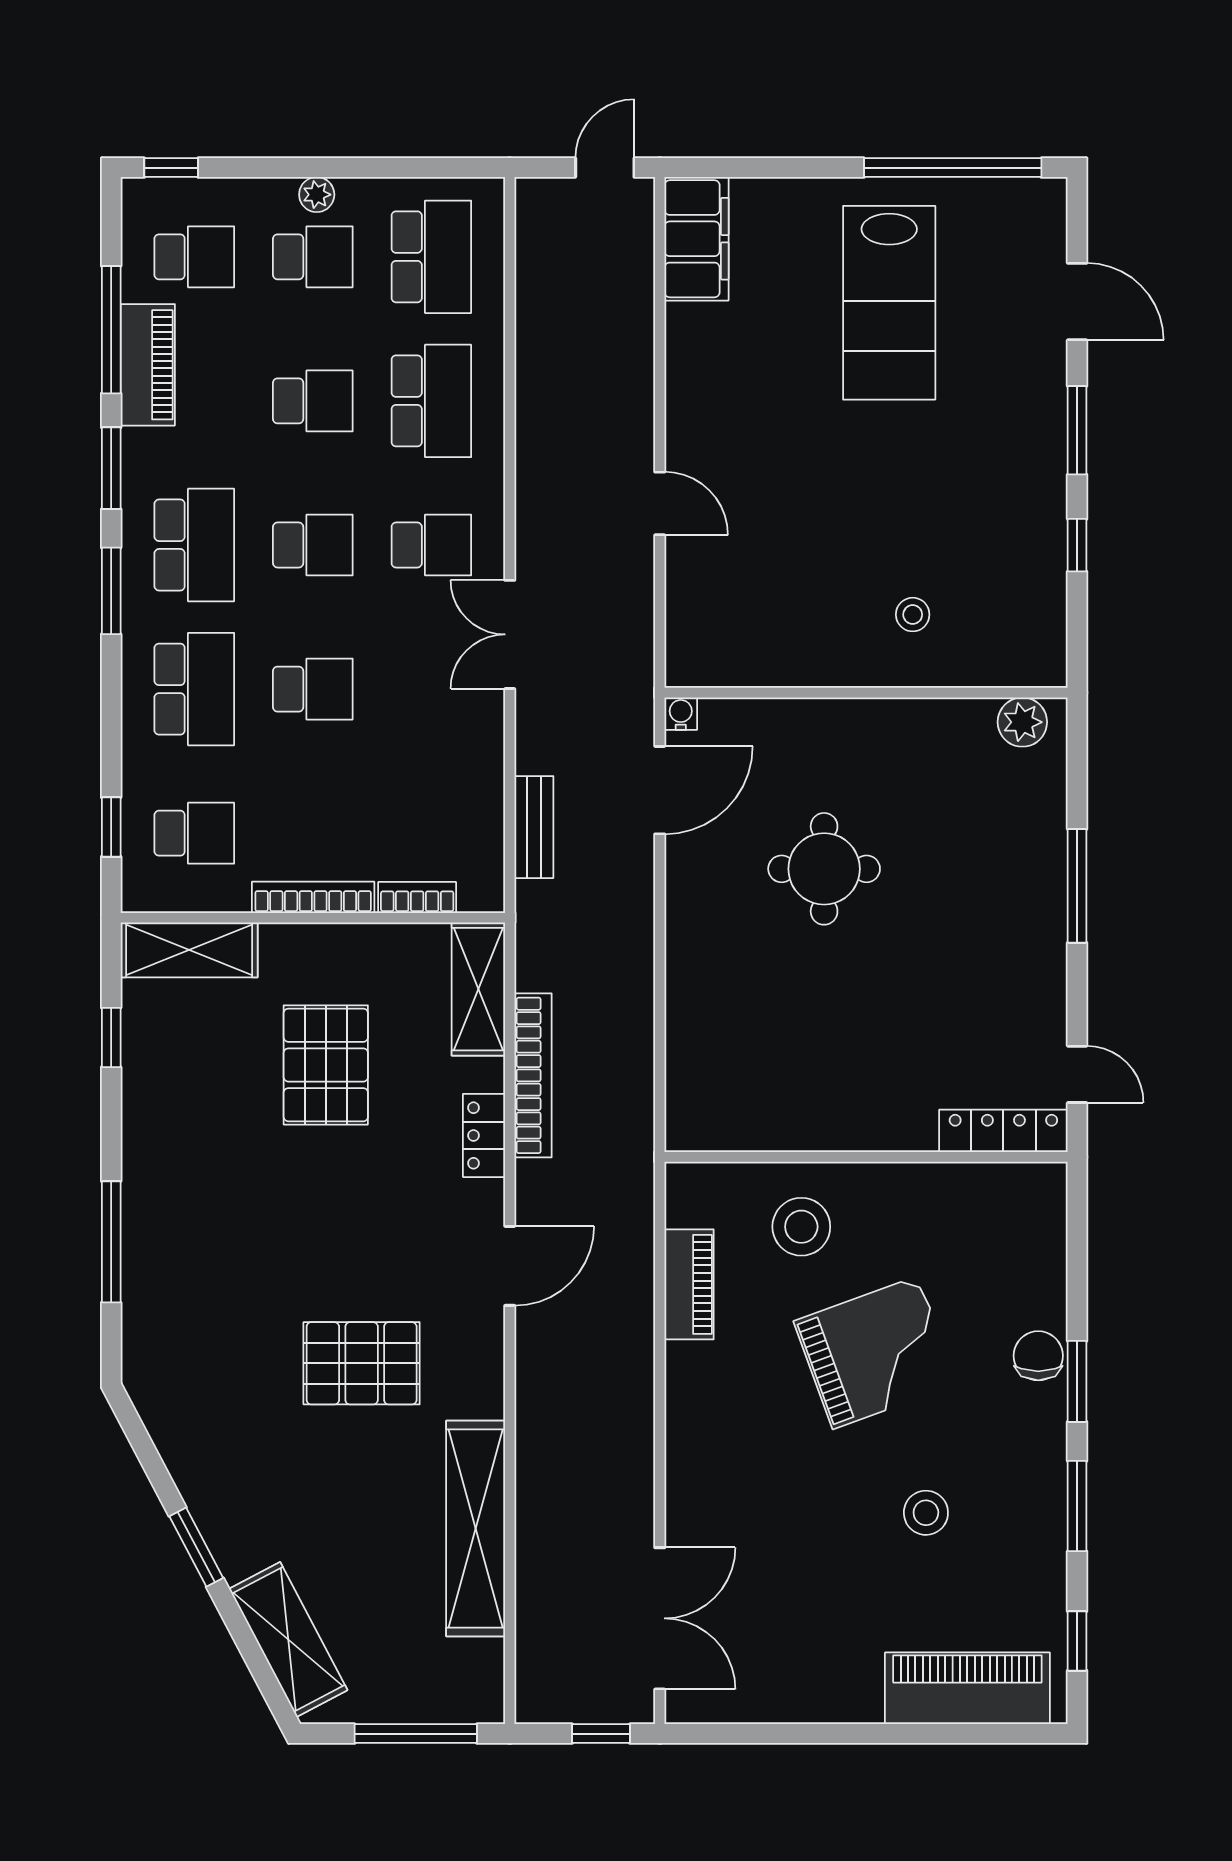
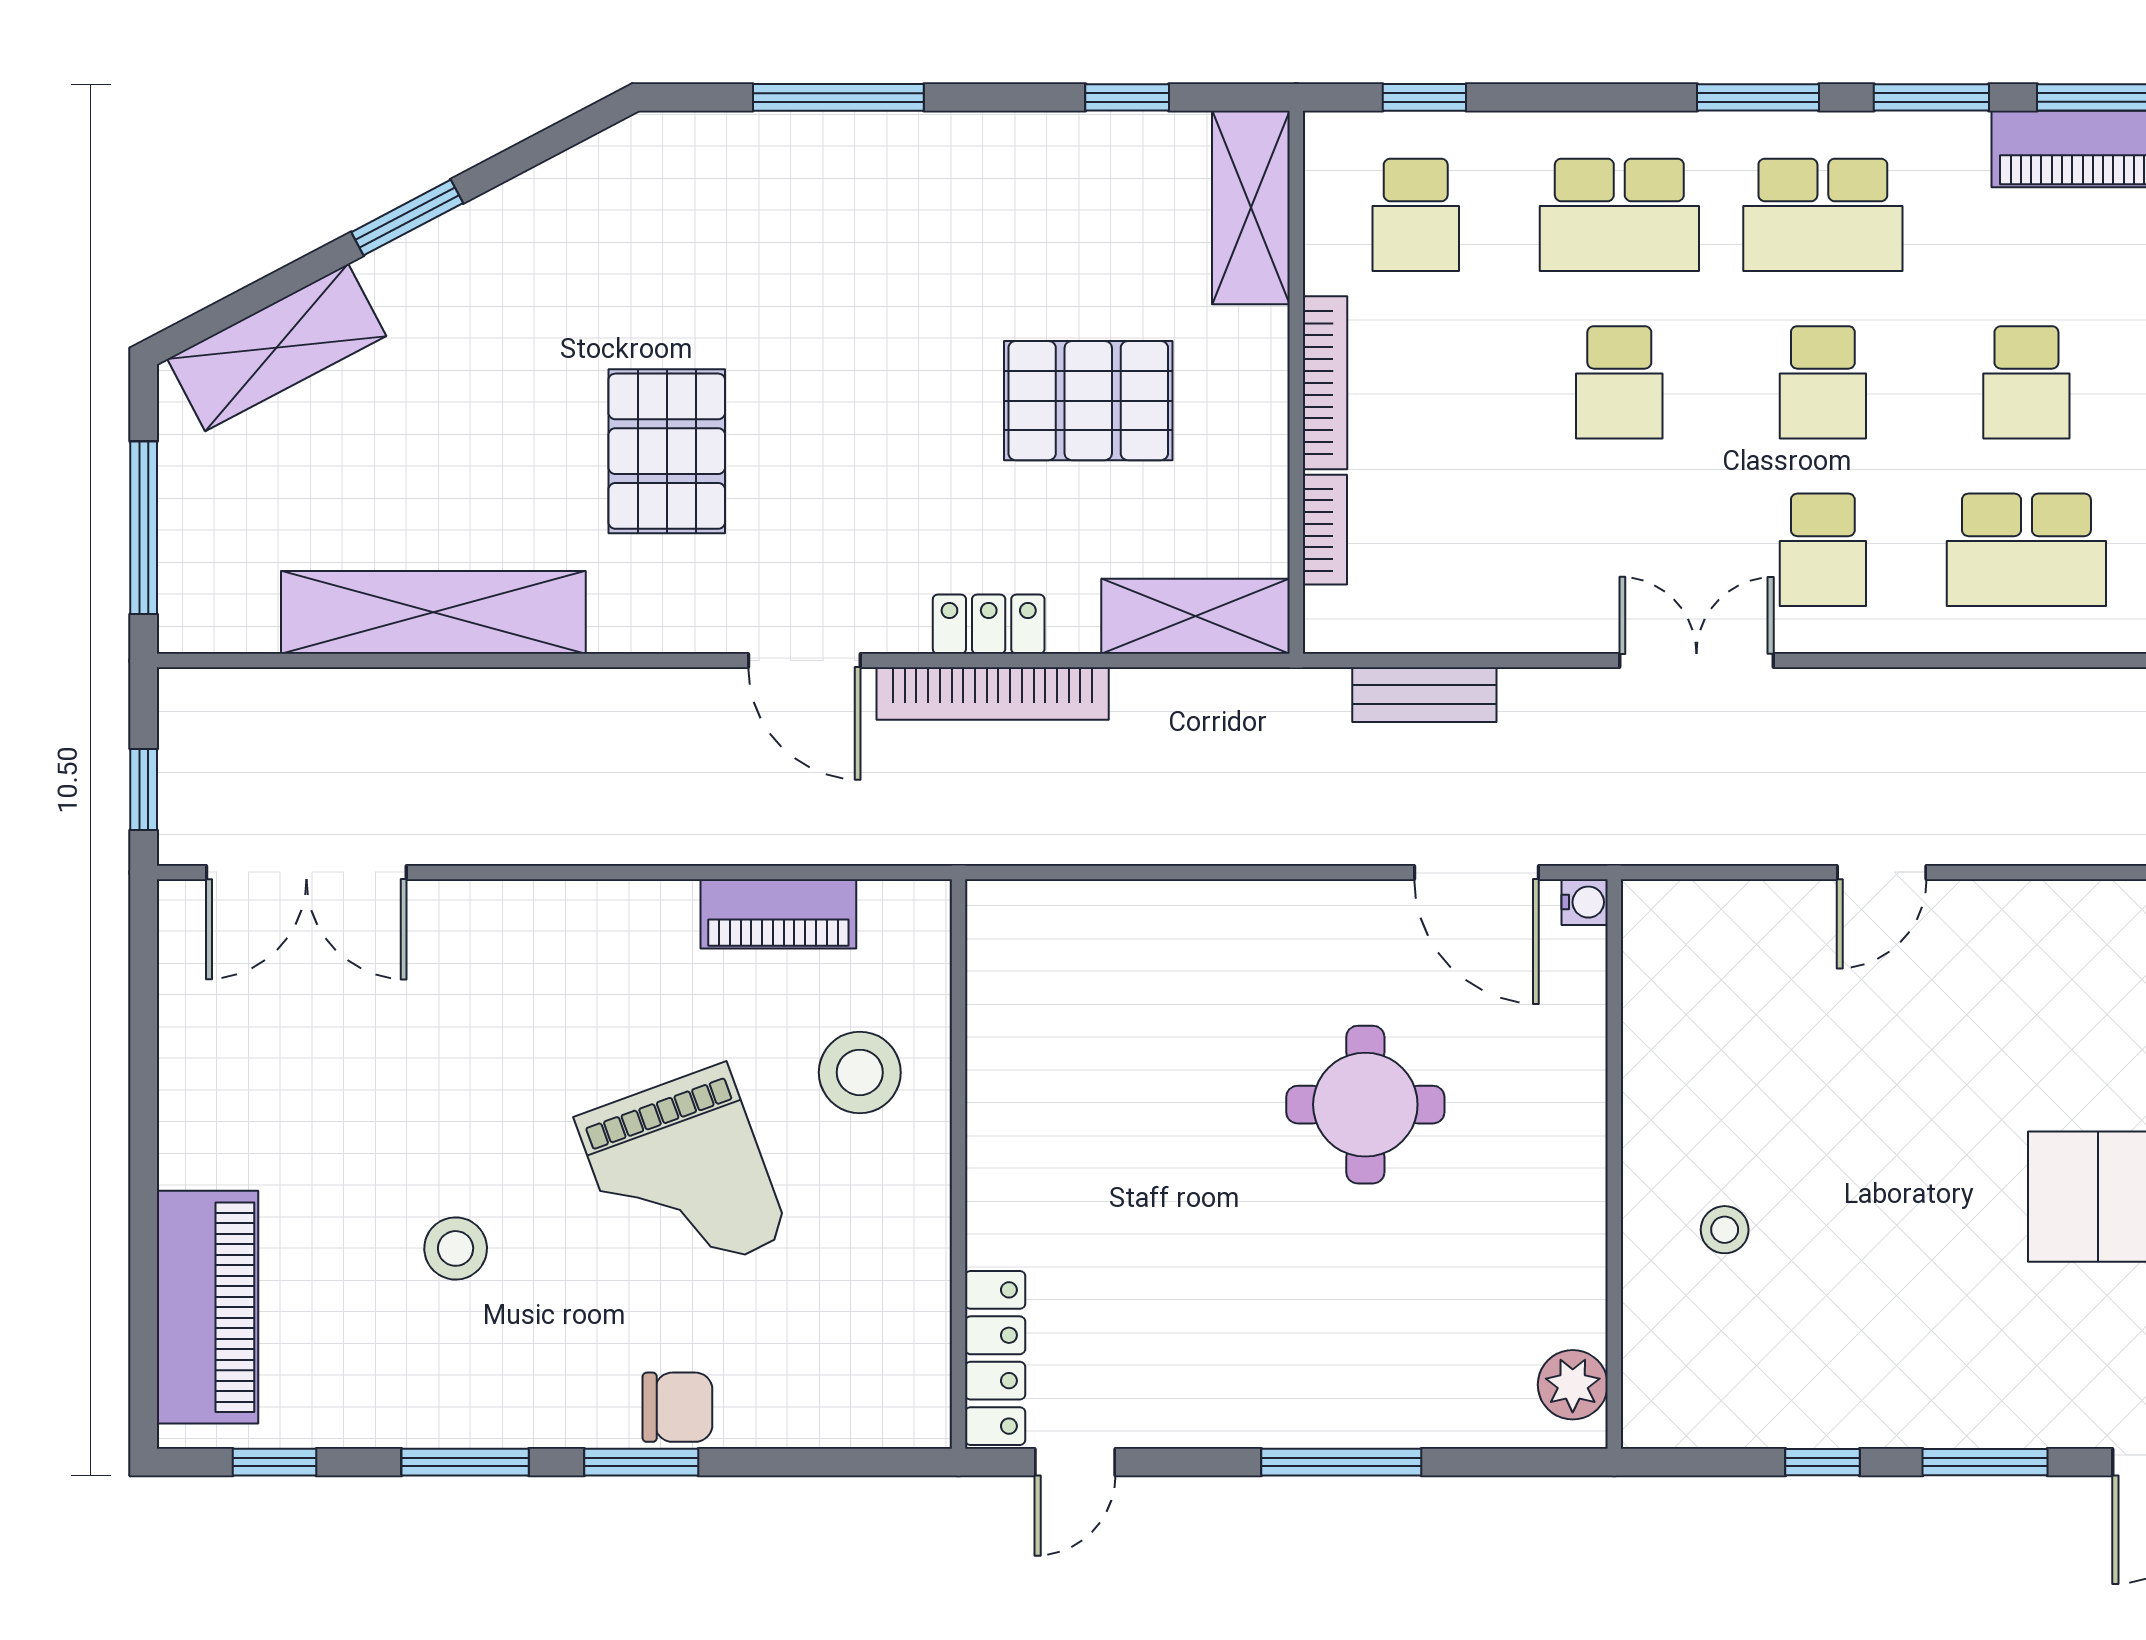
bookcase: (533, 1075) -> (993, 693), moved

